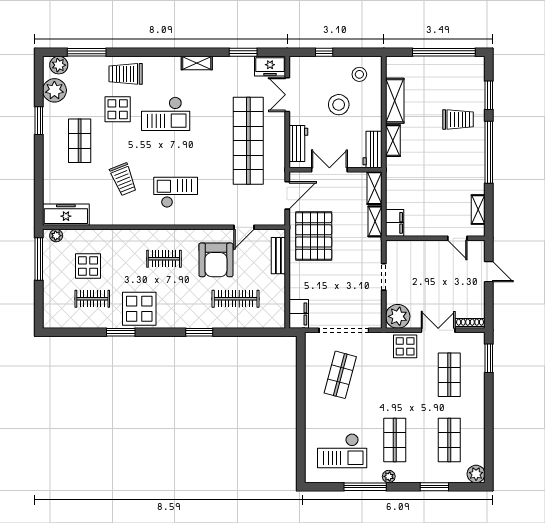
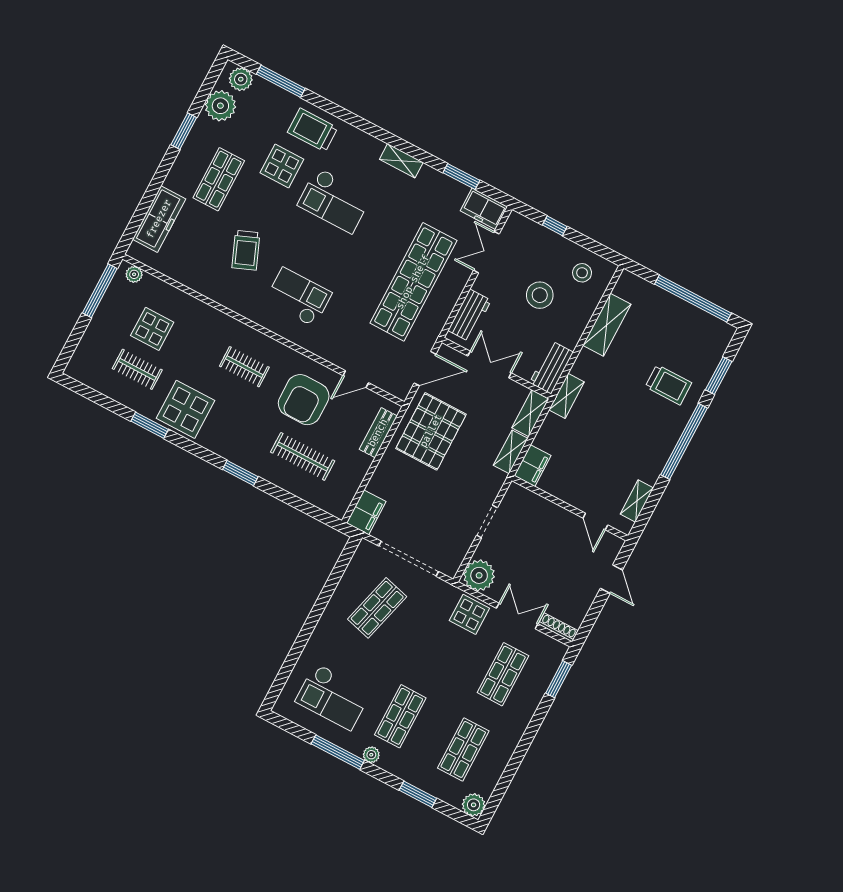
shelving: (393, 141) -> (567, 396), moved
freezer: (66, 215) -> (159, 219), moved, turned 90

